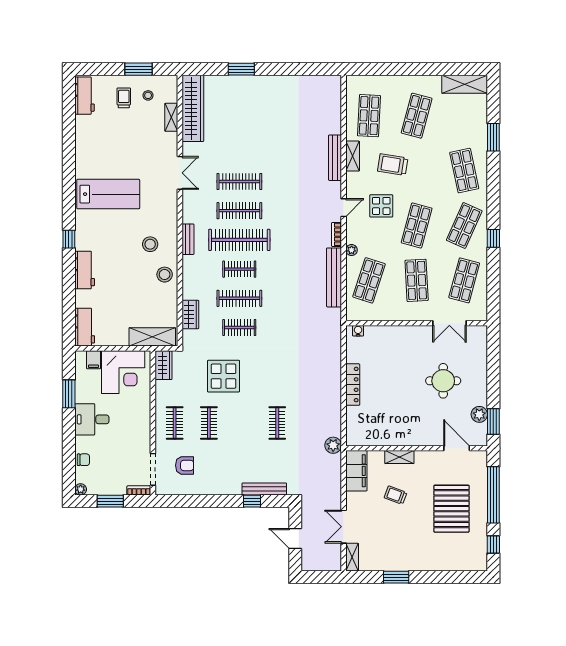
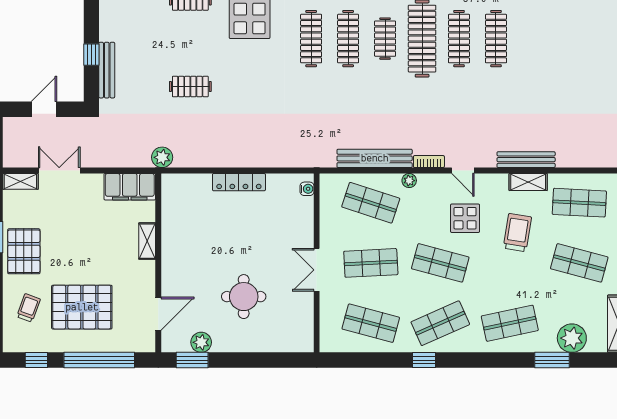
plant: (476, 122) -> (572, 338), added
shop shelf: (464, 225) -> (440, 323), turned -48
double door: (449, 323) -> (317, 270), moved
clothes rail: (239, 328) -> (311, 39), width x1.36
trolley: (395, 495) -> (29, 308), moved
pallet: (407, 554) -> (24, 251), added

